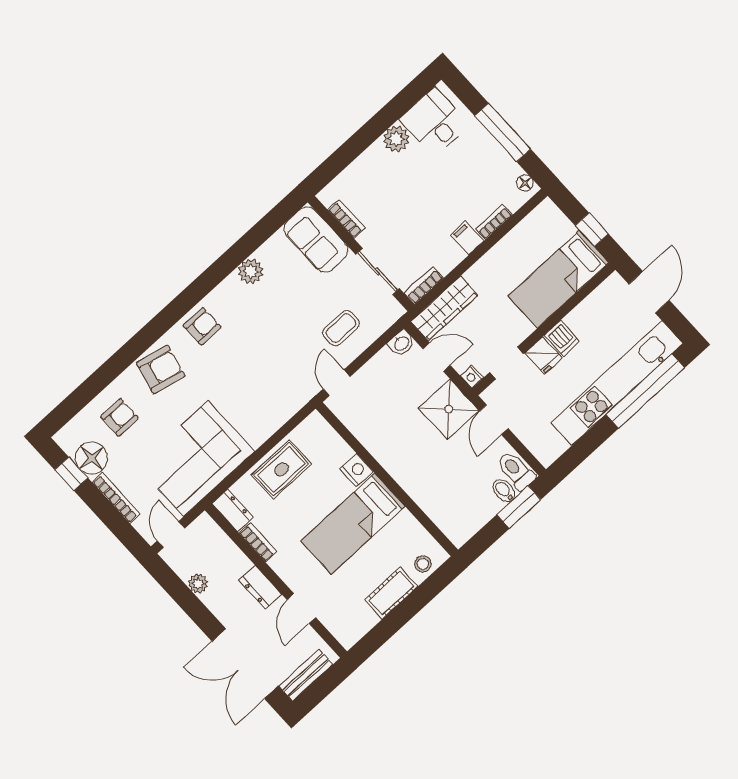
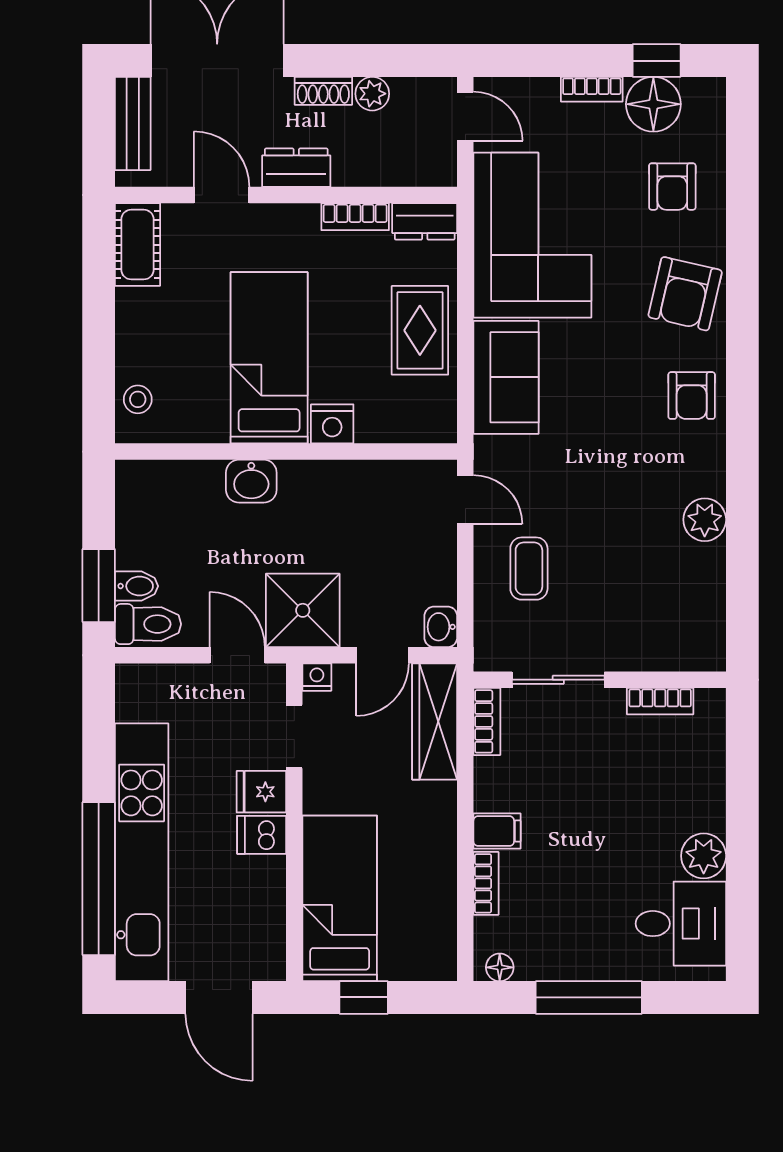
sofa: (316, 240) -> (506, 377), moved, turned 90
washbasin: (413, 482) -> (251, 481), added
bookcase: (116, 498) -> (592, 89), width x0.64
cot: (391, 593) -> (137, 245), moved
shoe rack: (216, 606) -> (323, 91), added

